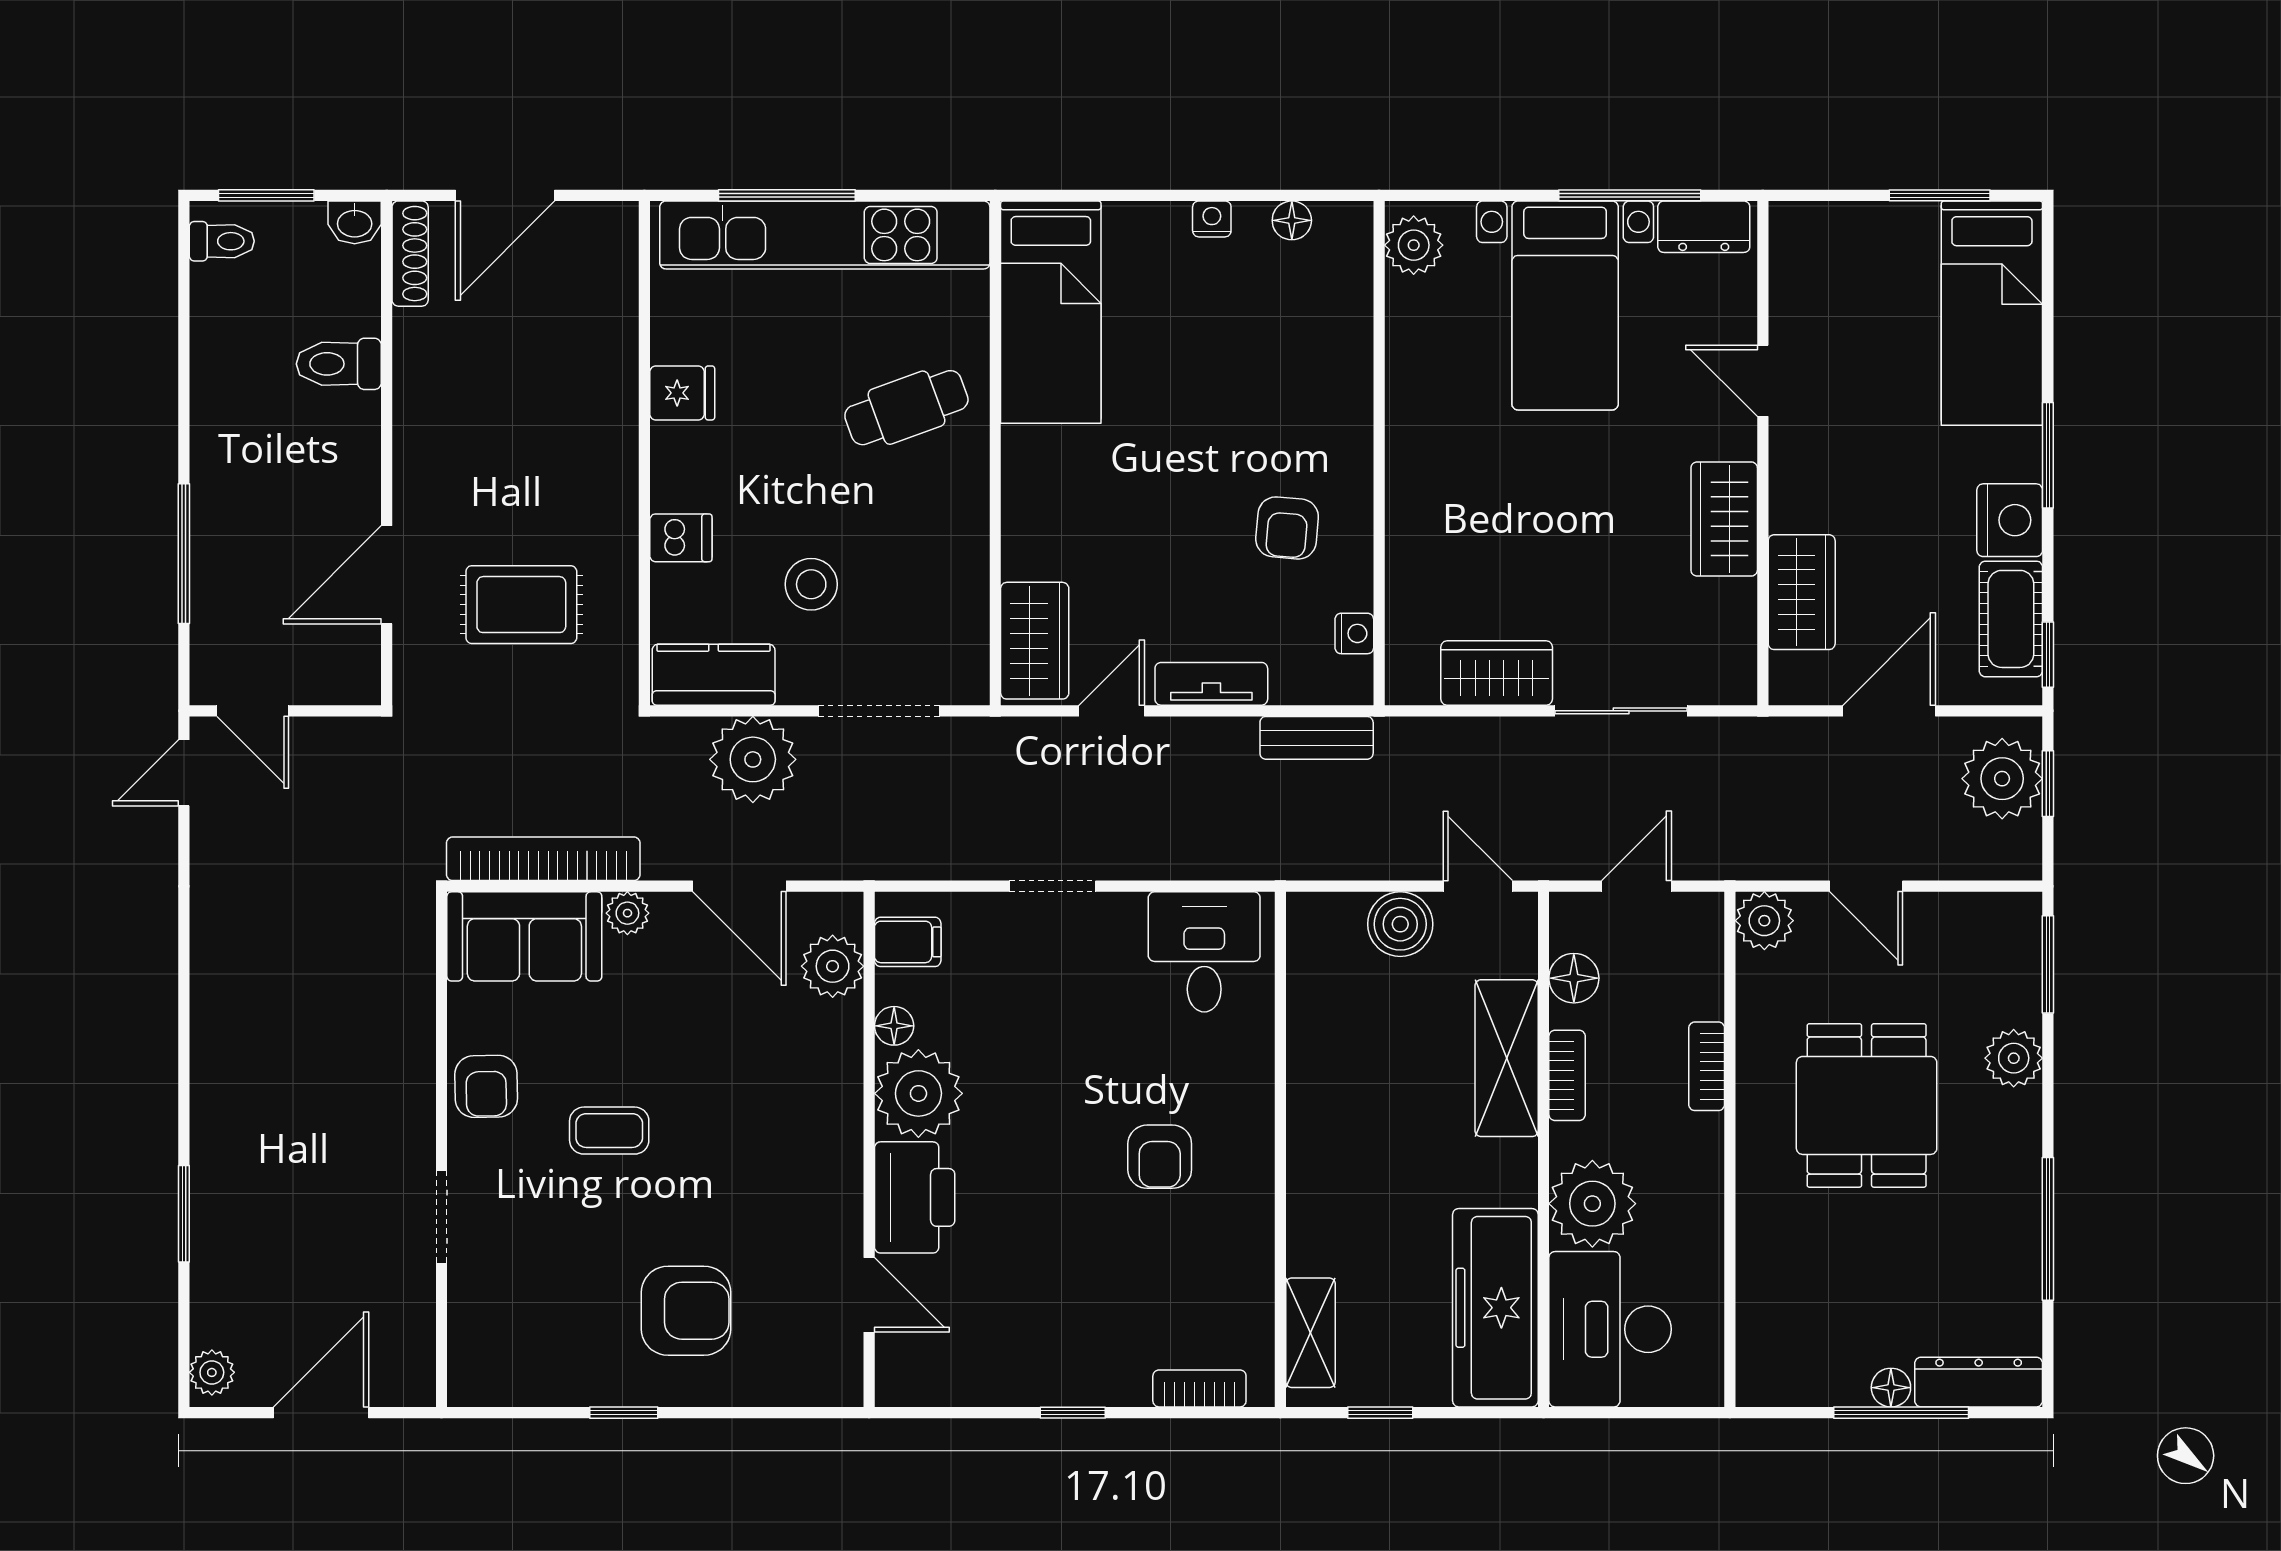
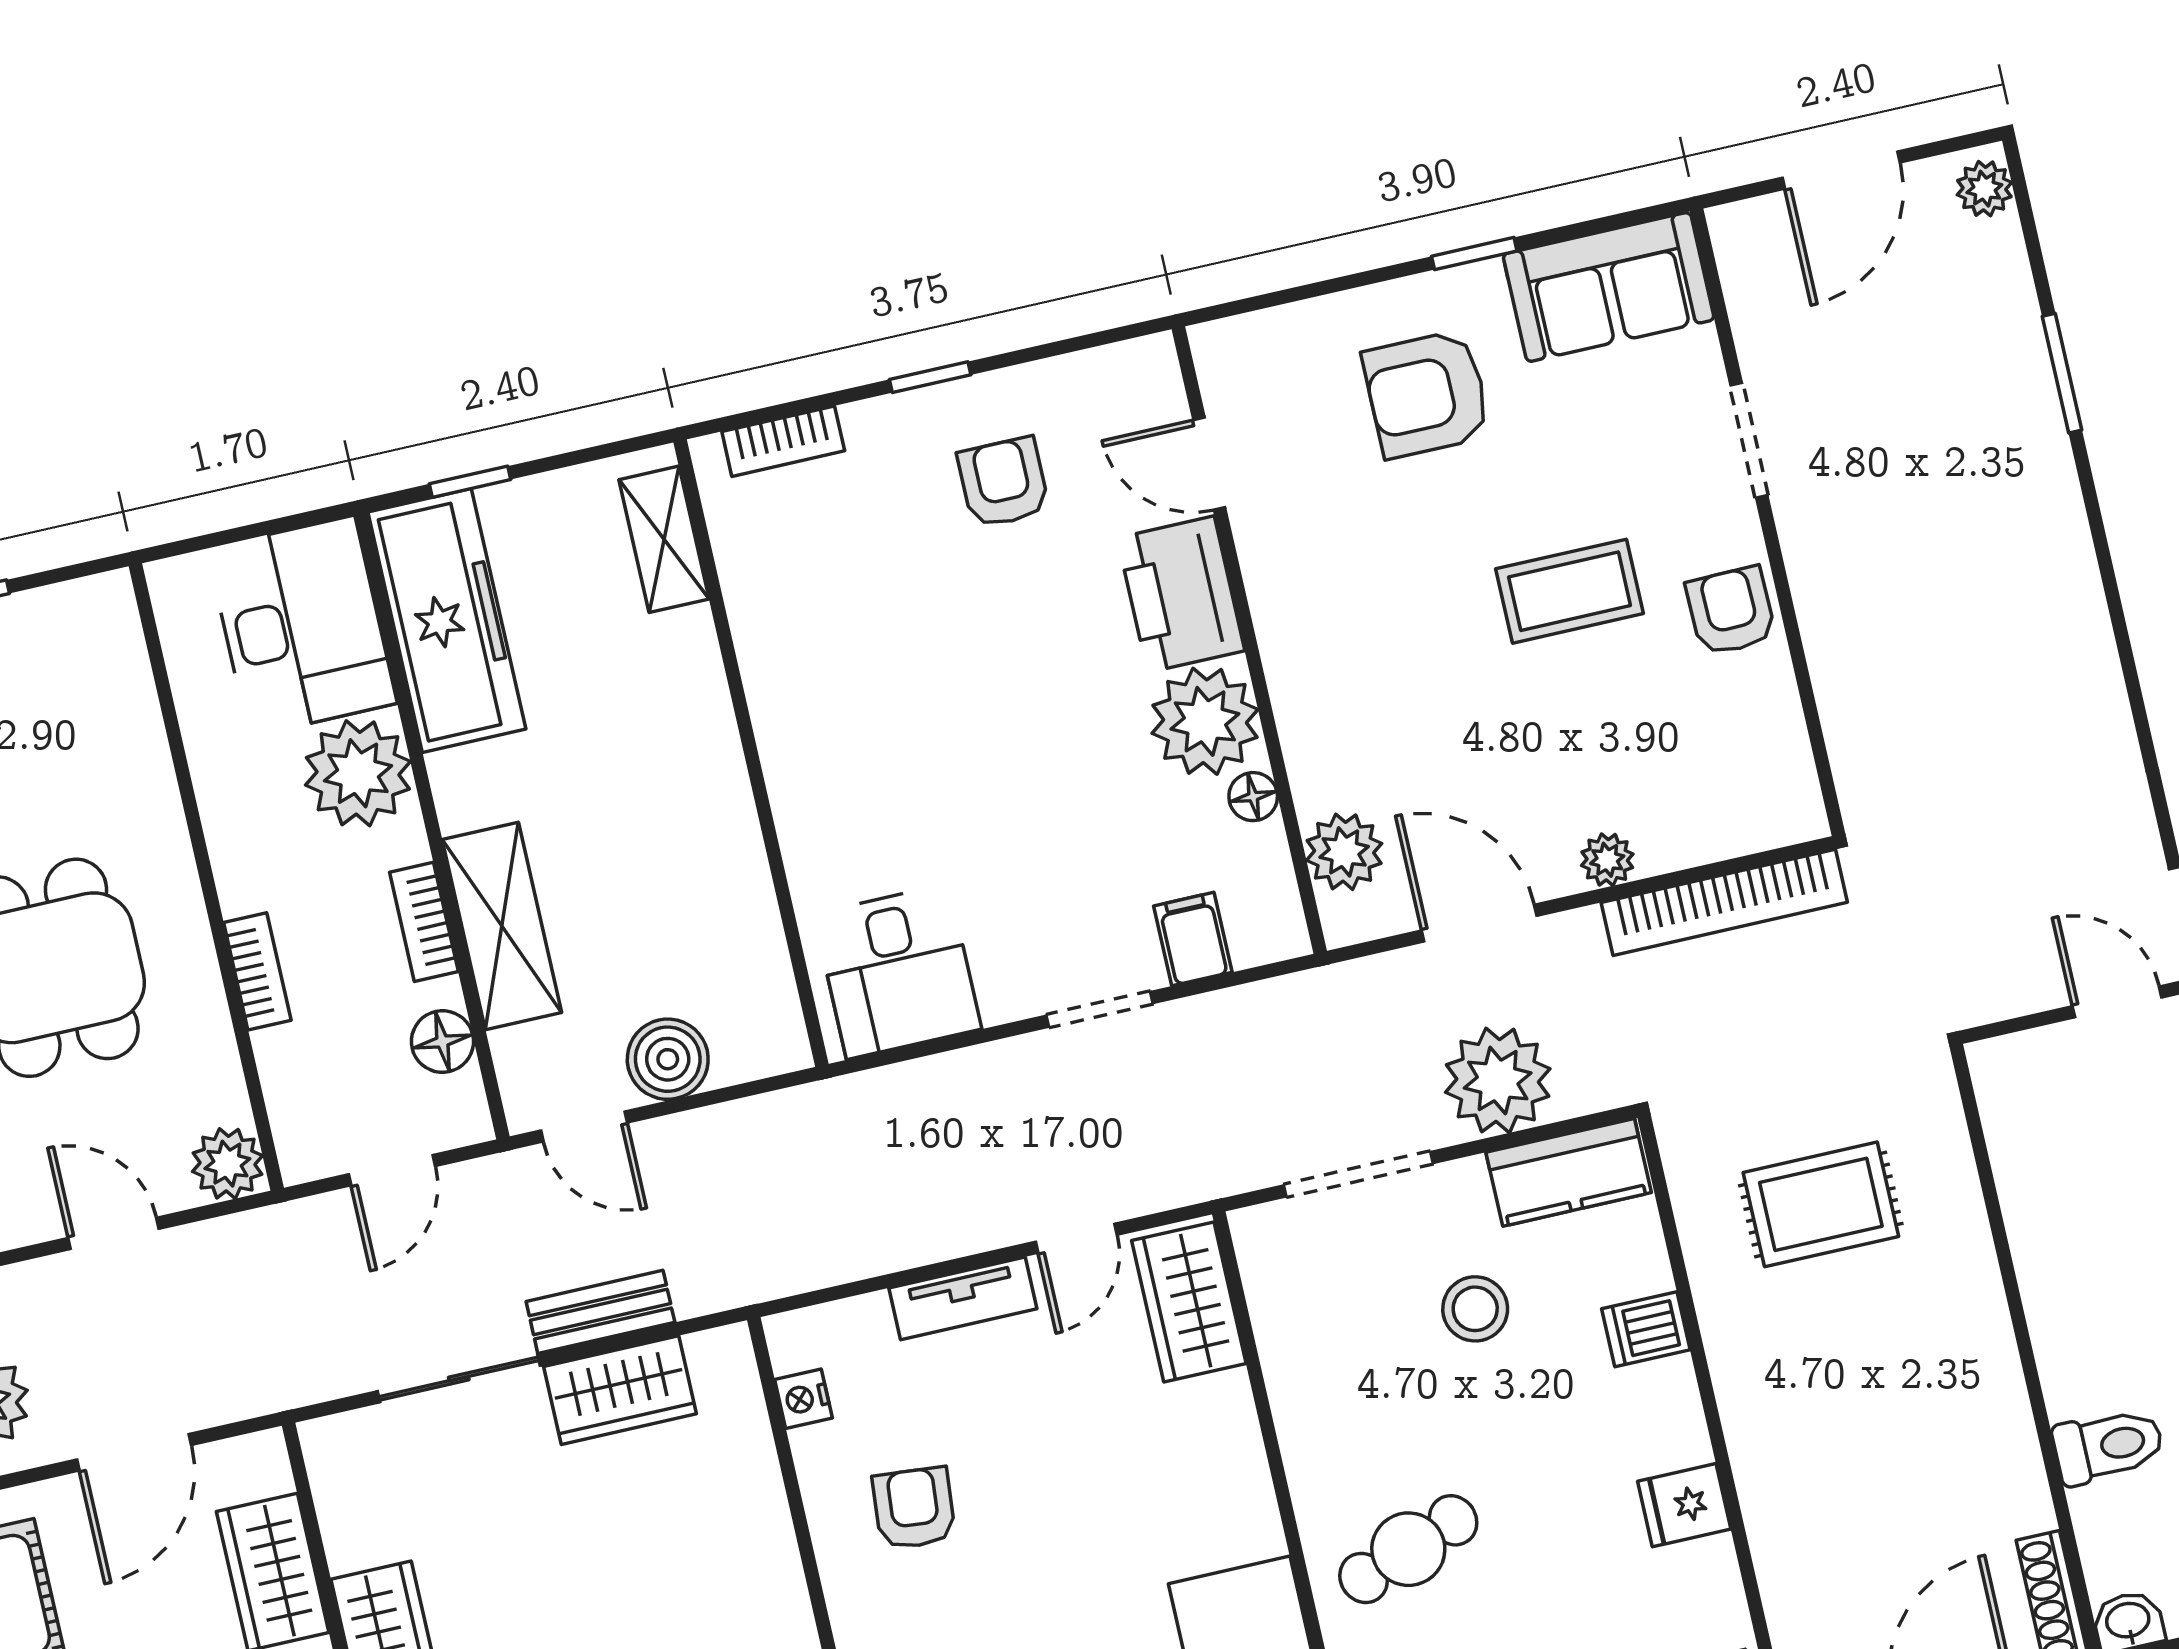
door: (387, 575) -> (1992, 1204), removed
bench: (1317, 738) -> (600, 1312), moved
sofa: (524, 936) -> (1609, 287), moved, turned 180
filing cabinet: (908, 942) -> (1193, 939), moved, turned 90
coffee table: (609, 1131) -> (1570, 591), width x1.36, depth x1.30
armchair: (1160, 1157) -> (1003, 482), moved
window: (1380, 1413) -> (470, 482), moved

